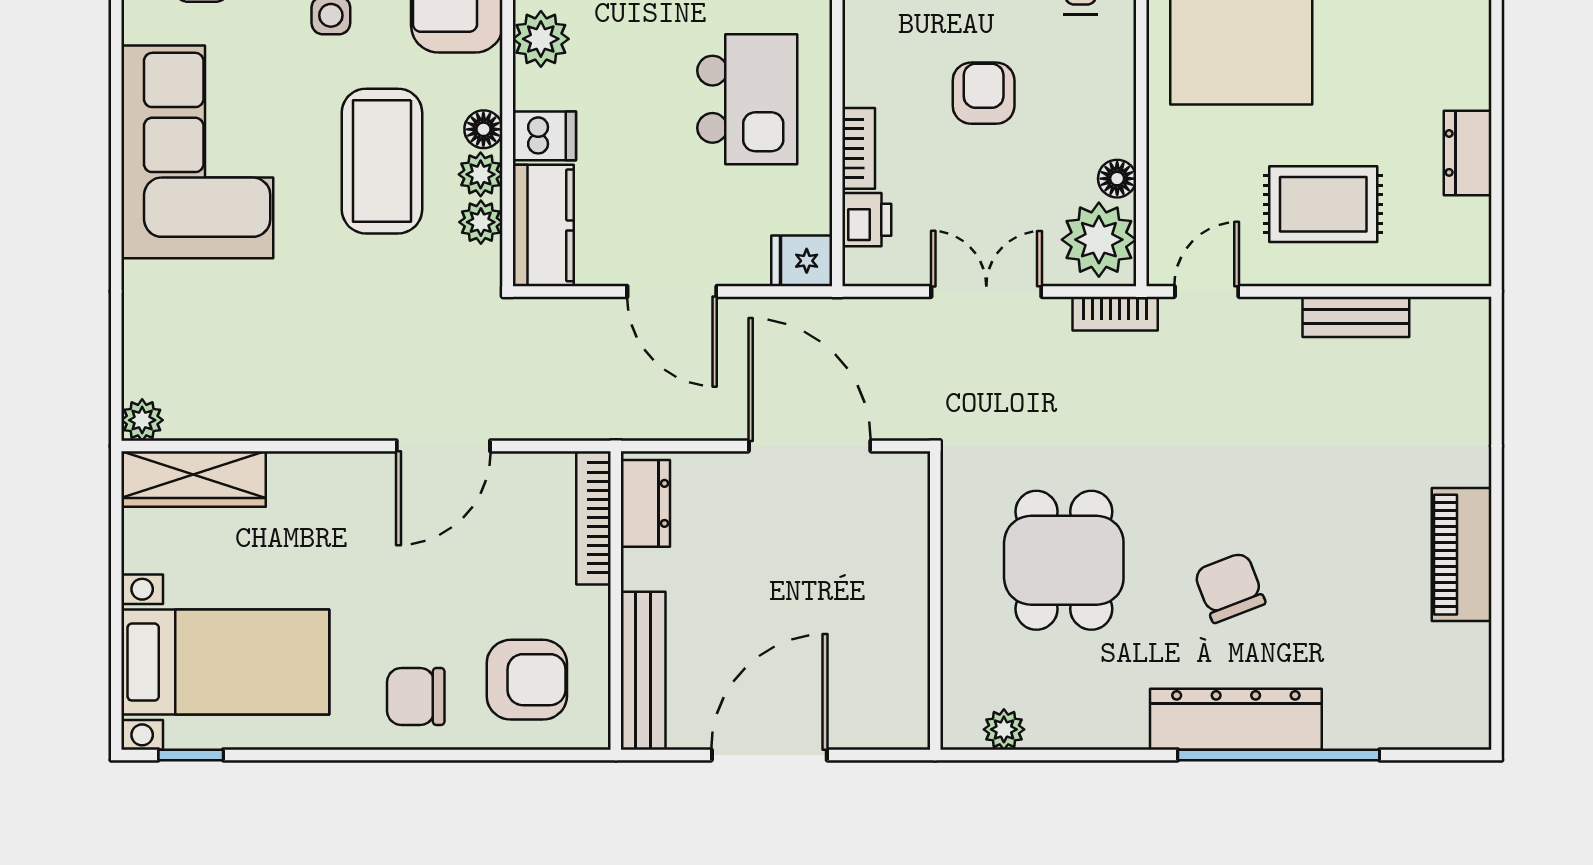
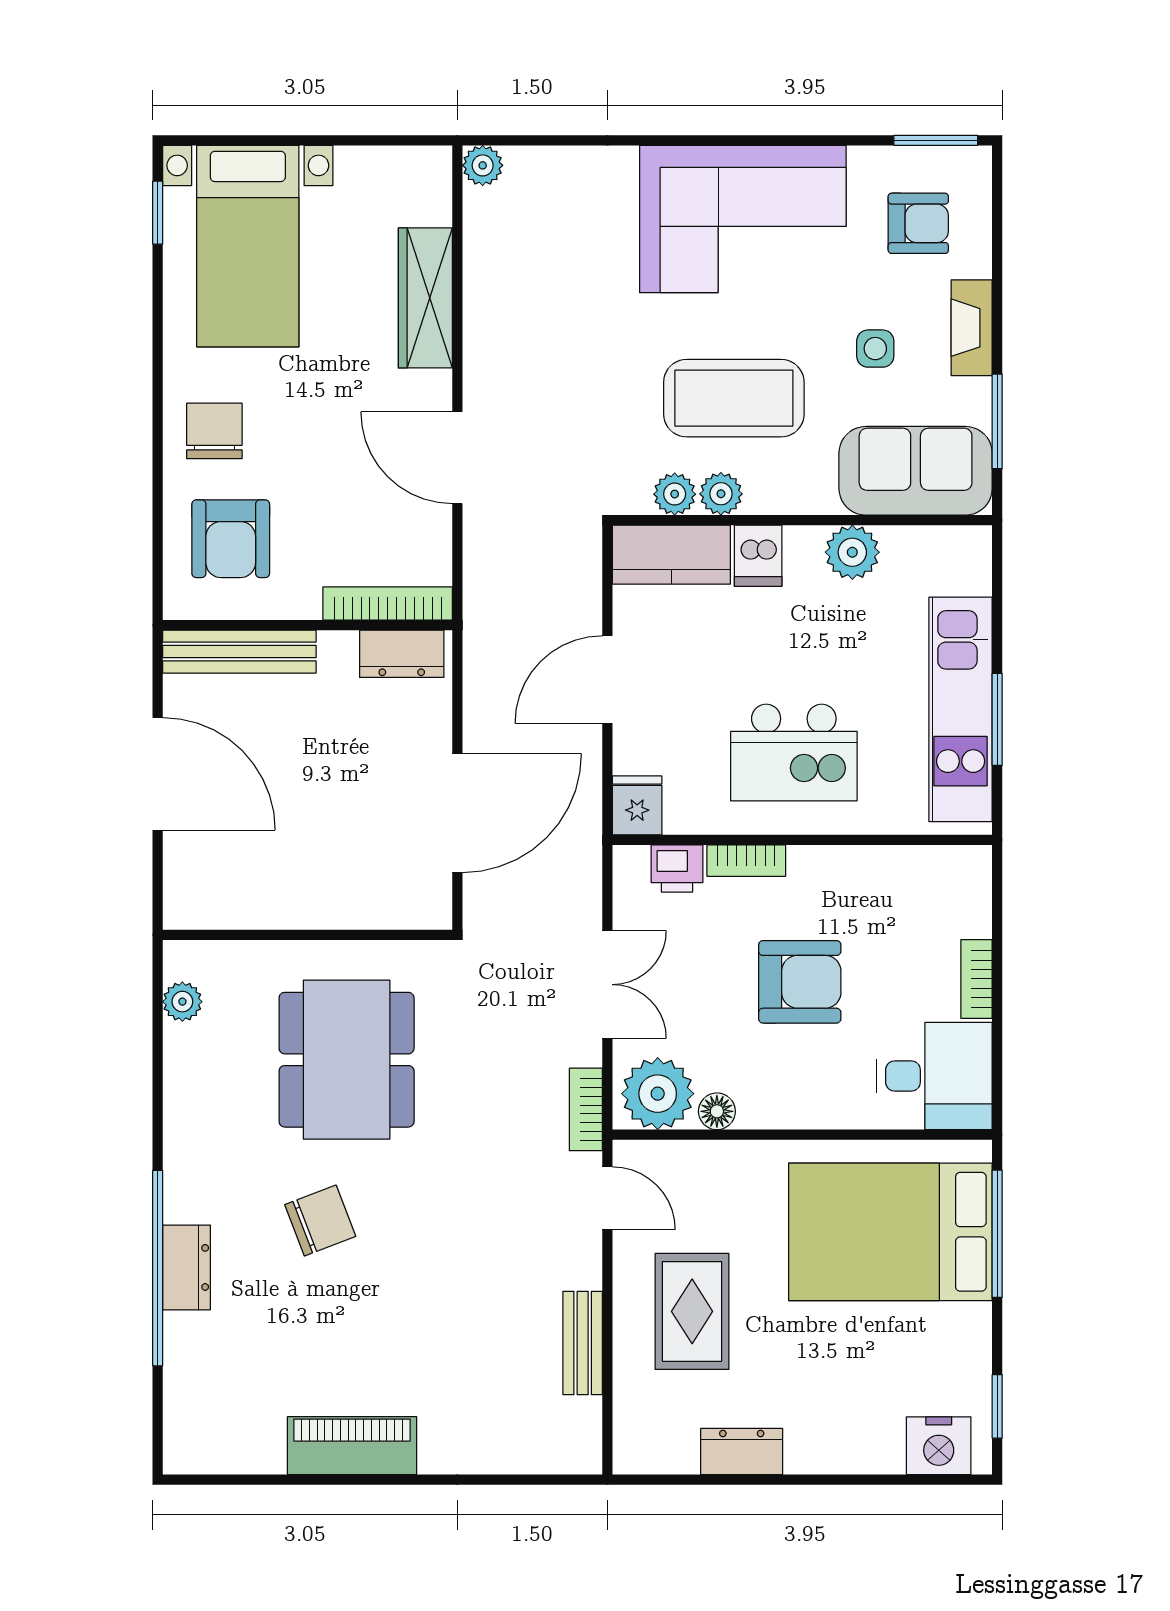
armchair: (984, 93) -> (800, 982), width x1.38, depth x1.38
floor lamp: (483, 129) -> (765, 497), removed
wardrobe: (194, 479) -> (425, 298), moved
dining table: (1064, 560) -> (347, 1060), width x1.38
dresser: (1236, 719) -> (187, 1267), width x0.51, depth x0.80

